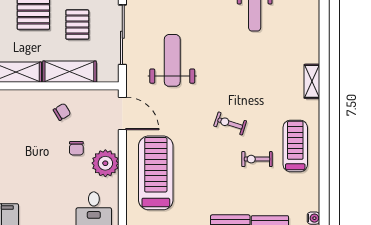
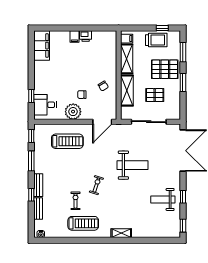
weight bench: (172, 60) -> (133, 165), moved
treadmill: (156, 173) -> (67, 141), width x0.73, depth x0.73

